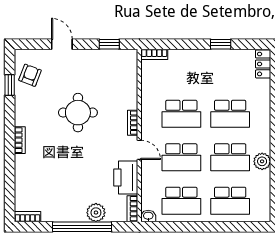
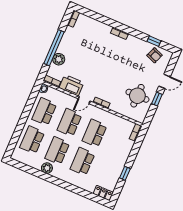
window: (109, 44) -> (157, 99), moved
round table: (78, 113) -> (137, 96), moved

